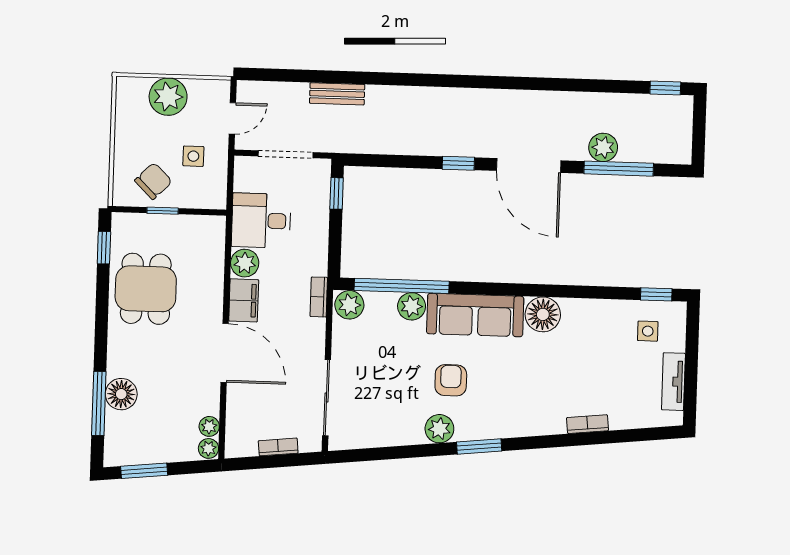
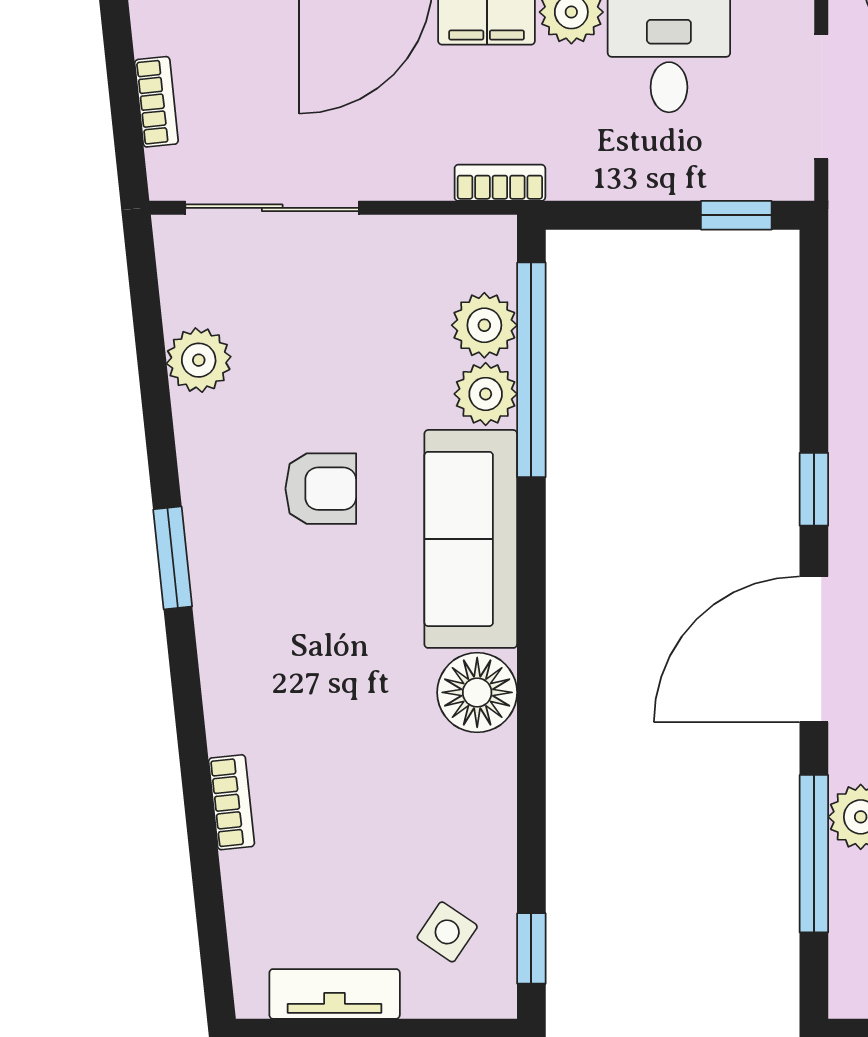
plant: (349, 305) -> (484, 325), moved
side table: (648, 331) -> (447, 932), turned 34
plant: (439, 429) -> (199, 360), moved

